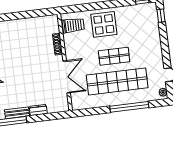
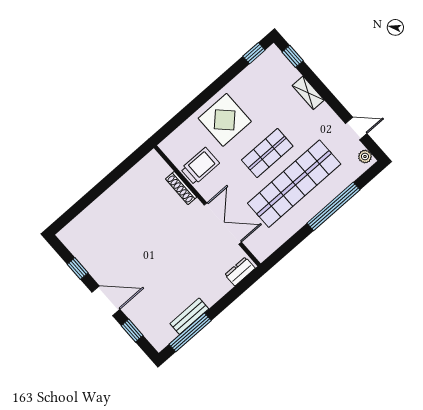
trolley: (73, 25) -> (200, 166), moved
shelving: (156, 40) -> (308, 93), added
dresser: (38, 110) -> (240, 271), moved

